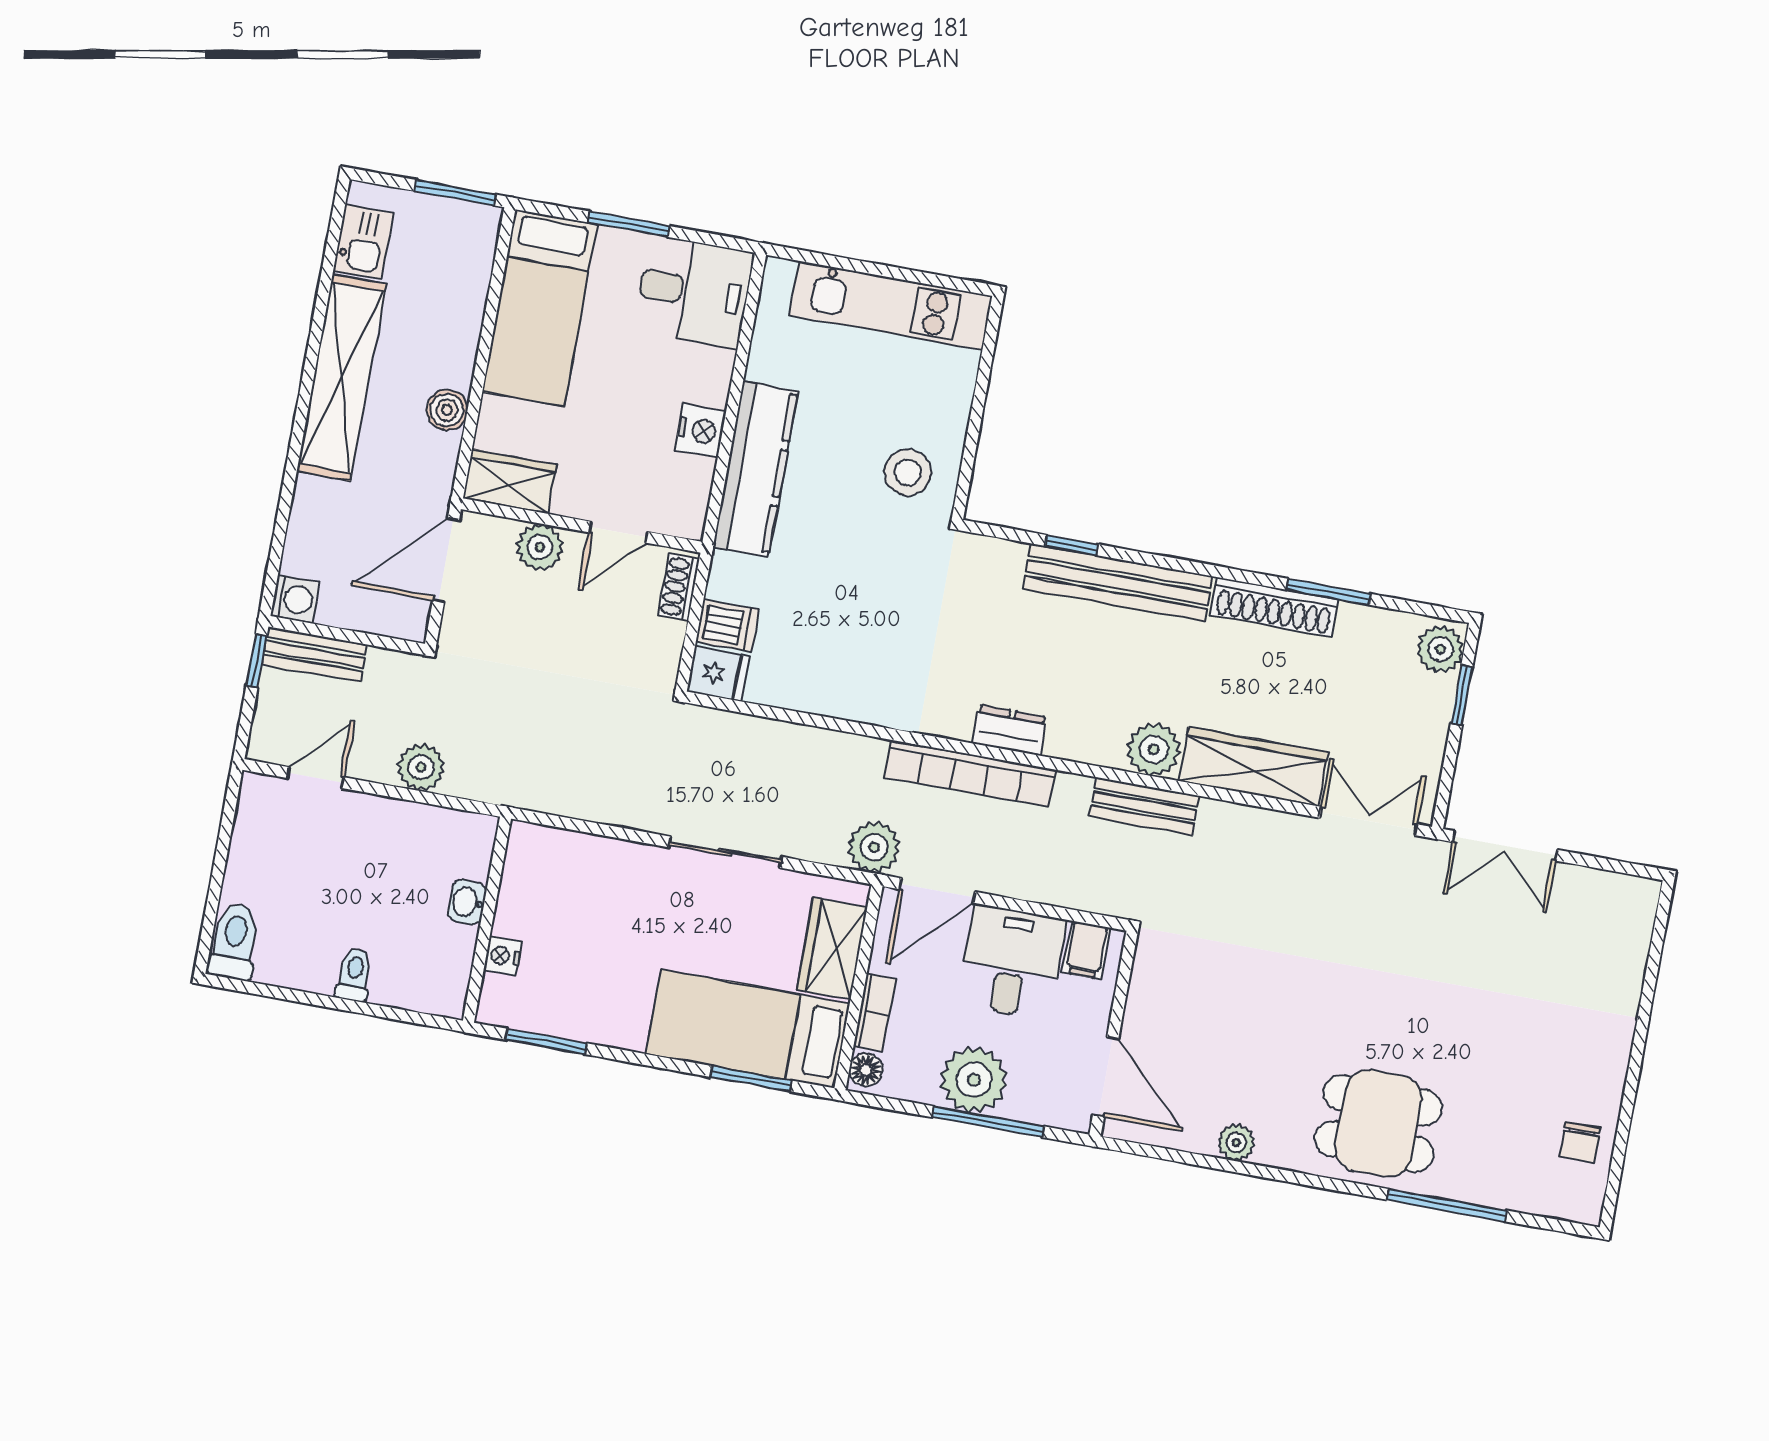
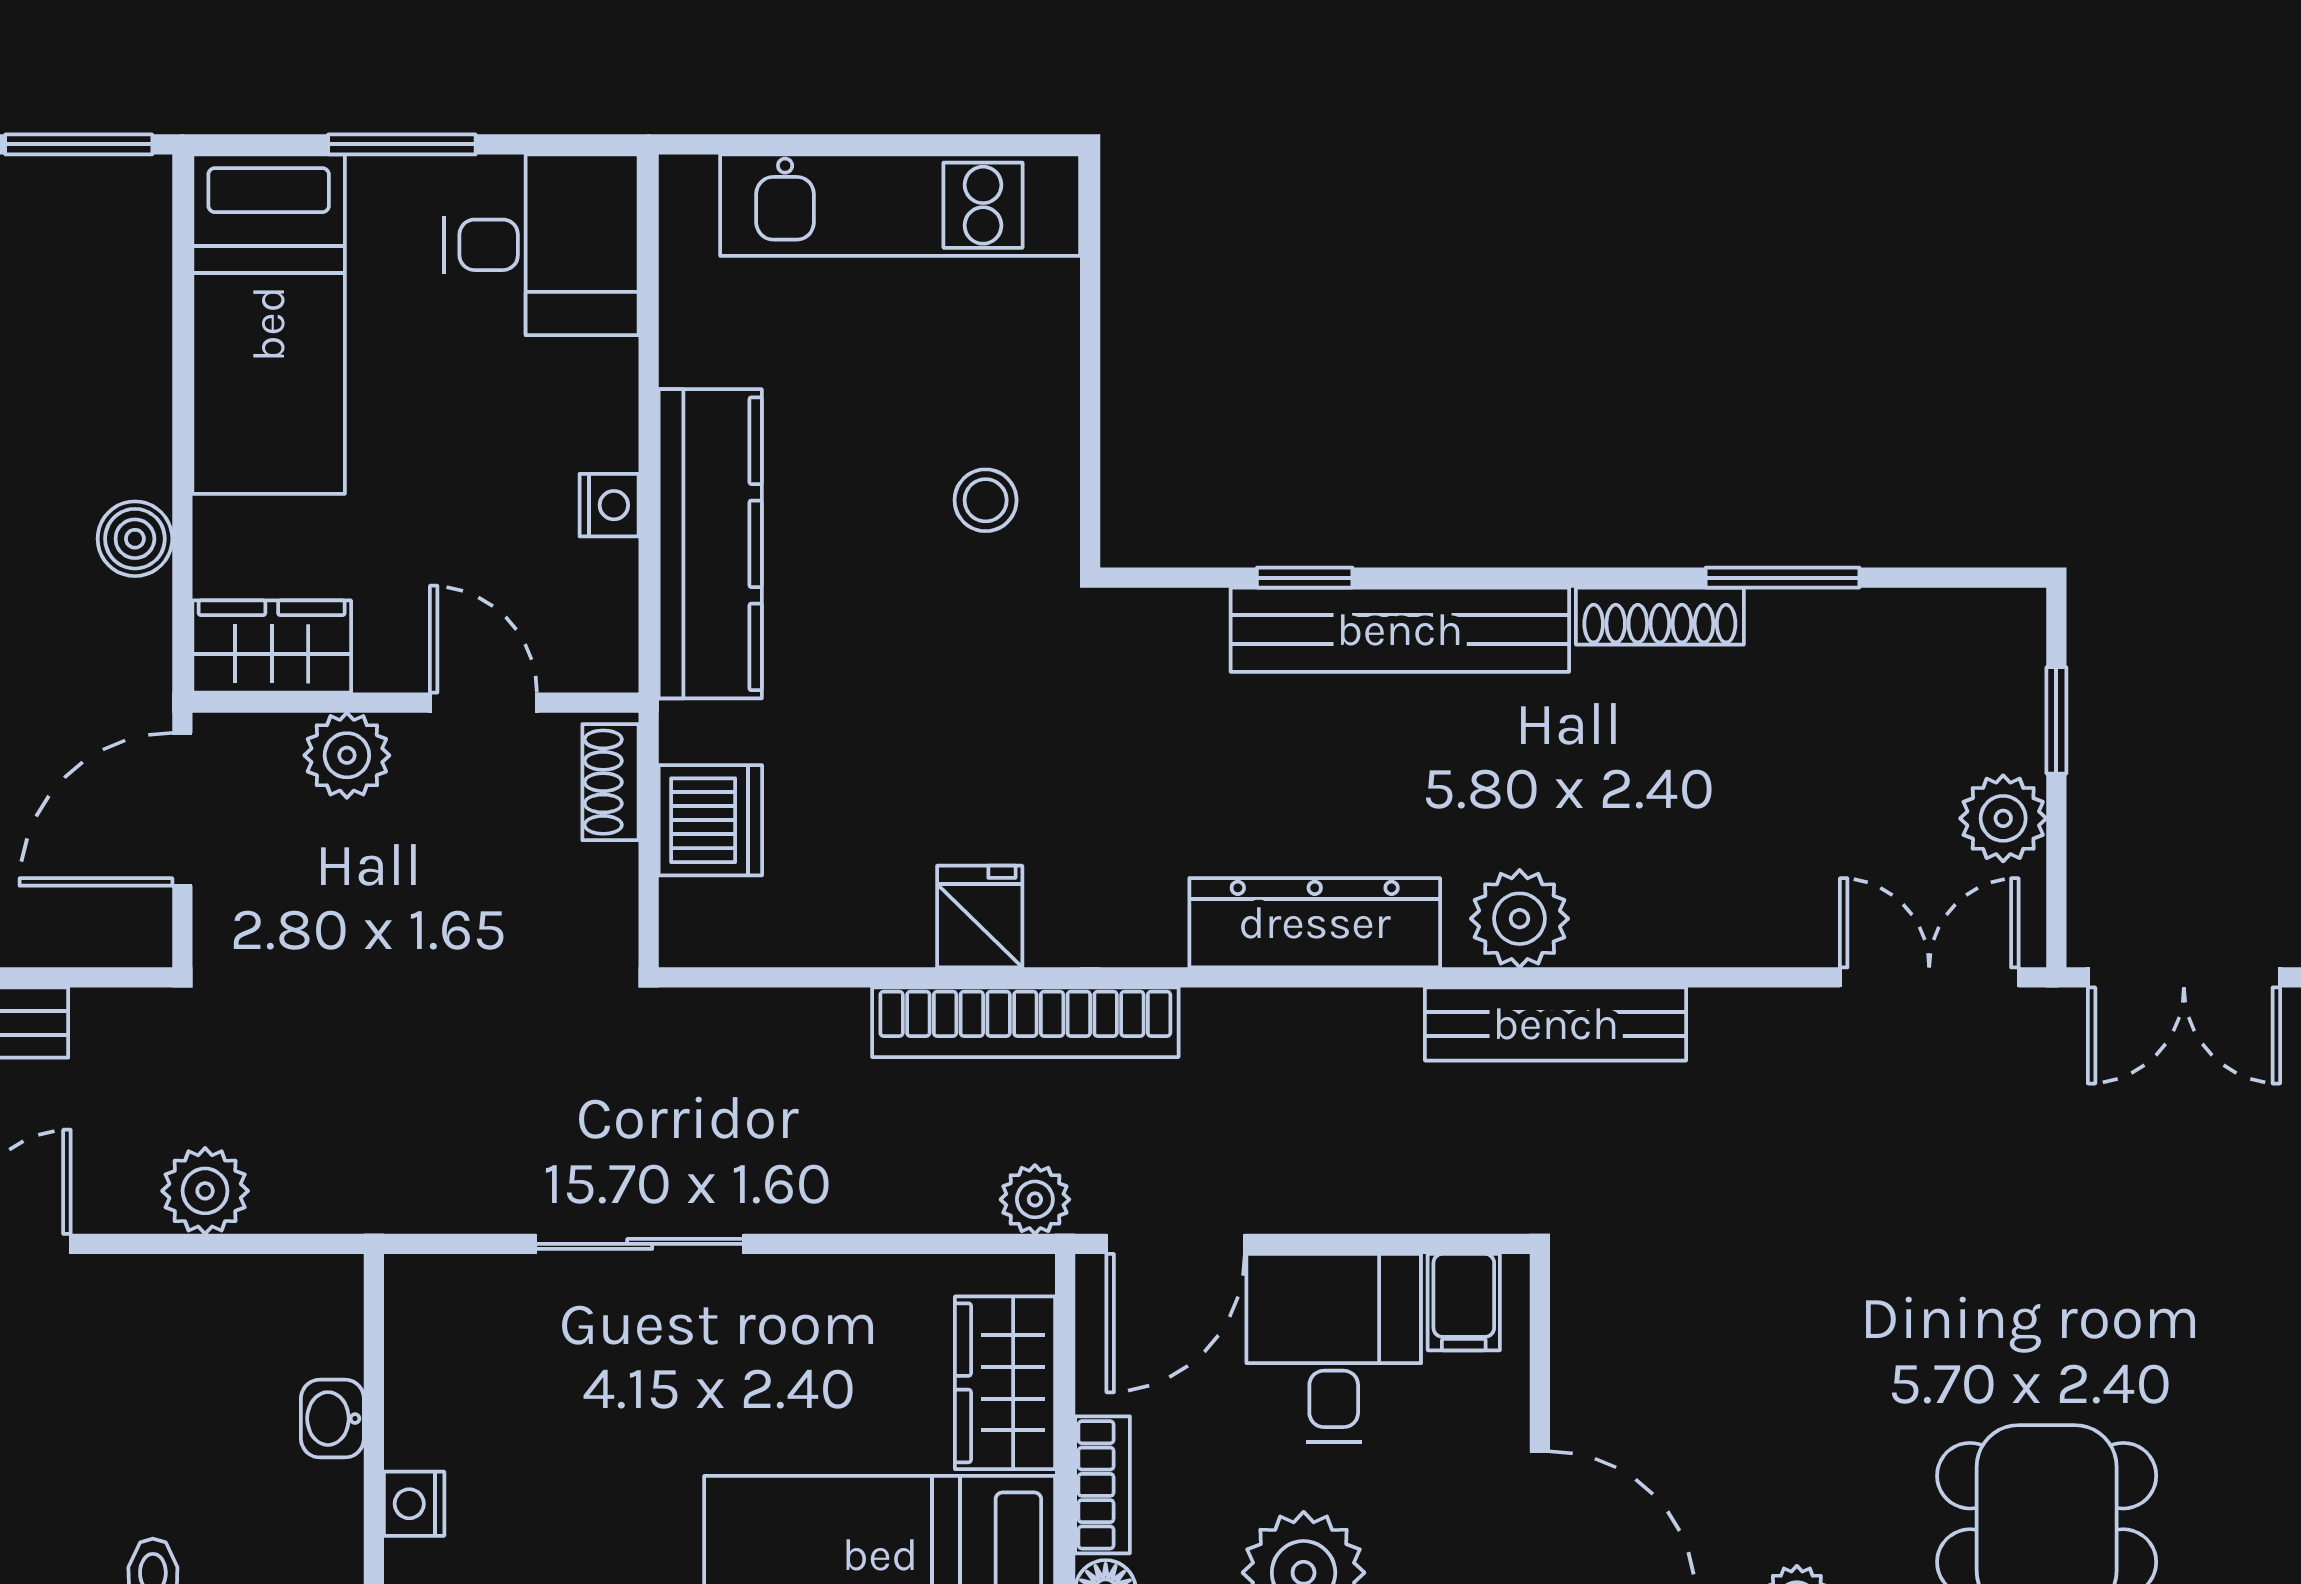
nightstand: (701, 431) -> (609, 505), width x0.72, depth x0.74
stool: (908, 472) -> (986, 500), width x0.73, depth x0.73
door: (618, 532) -> (483, 703), swing flipped
shoe rack: (1274, 607) -> (1660, 616), width x0.74, depth x0.81
dishwasher: (727, 626) -> (710, 820), width x1.38
plant: (1440, 649) -> (2003, 818), moved
fridge: (718, 674) -> (980, 917), moved, turned -90
dresser: (1009, 730) -> (1315, 923), width x1.96, depth x1.24
wardrobe: (1254, 767) -> (1705, 917), removed
bookcase: (970, 773) -> (1025, 1022), moved
bench: (1144, 806) -> (1556, 1024), width x1.36
plant: (874, 847) -> (1035, 1199), width x0.73, depth x0.73
sliding door: (725, 852) -> (640, 1244), moved

